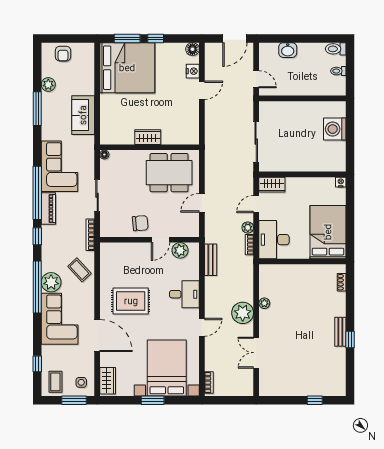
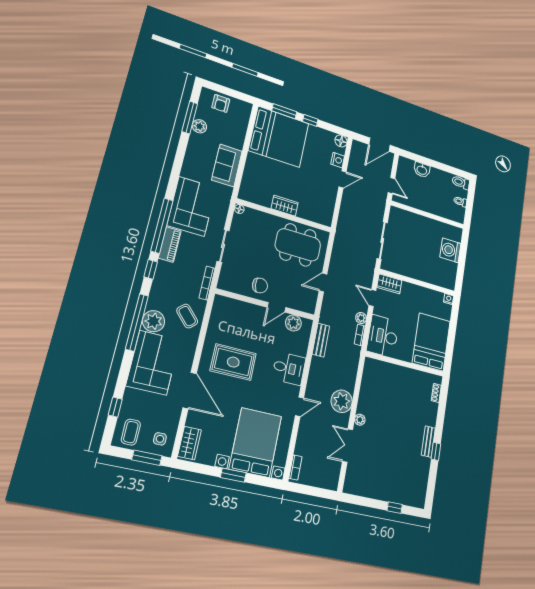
window: (37, 109) -> (190, 117), moved
door: (256, 204) -> (372, 298), hinge flipped
plant: (264, 303) -> (360, 420), moved

